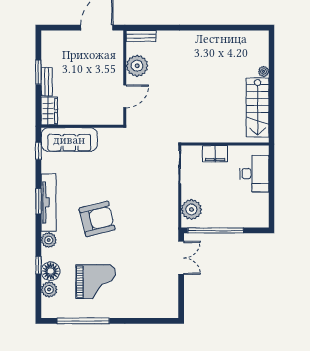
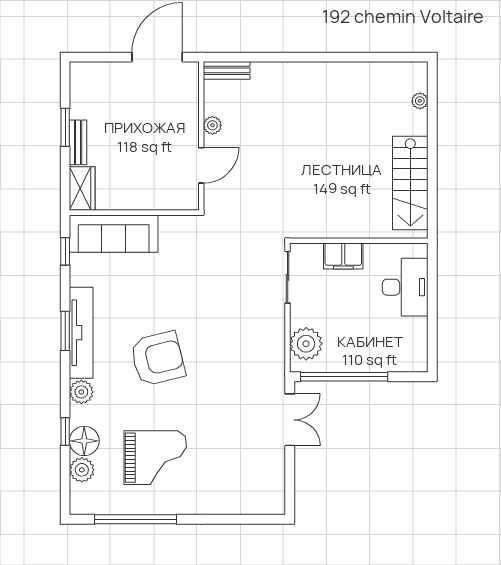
plant: (137, 66) -> (212, 125), width x0.53, depth x0.53
plant: (264, 71) -> (420, 101), moved

